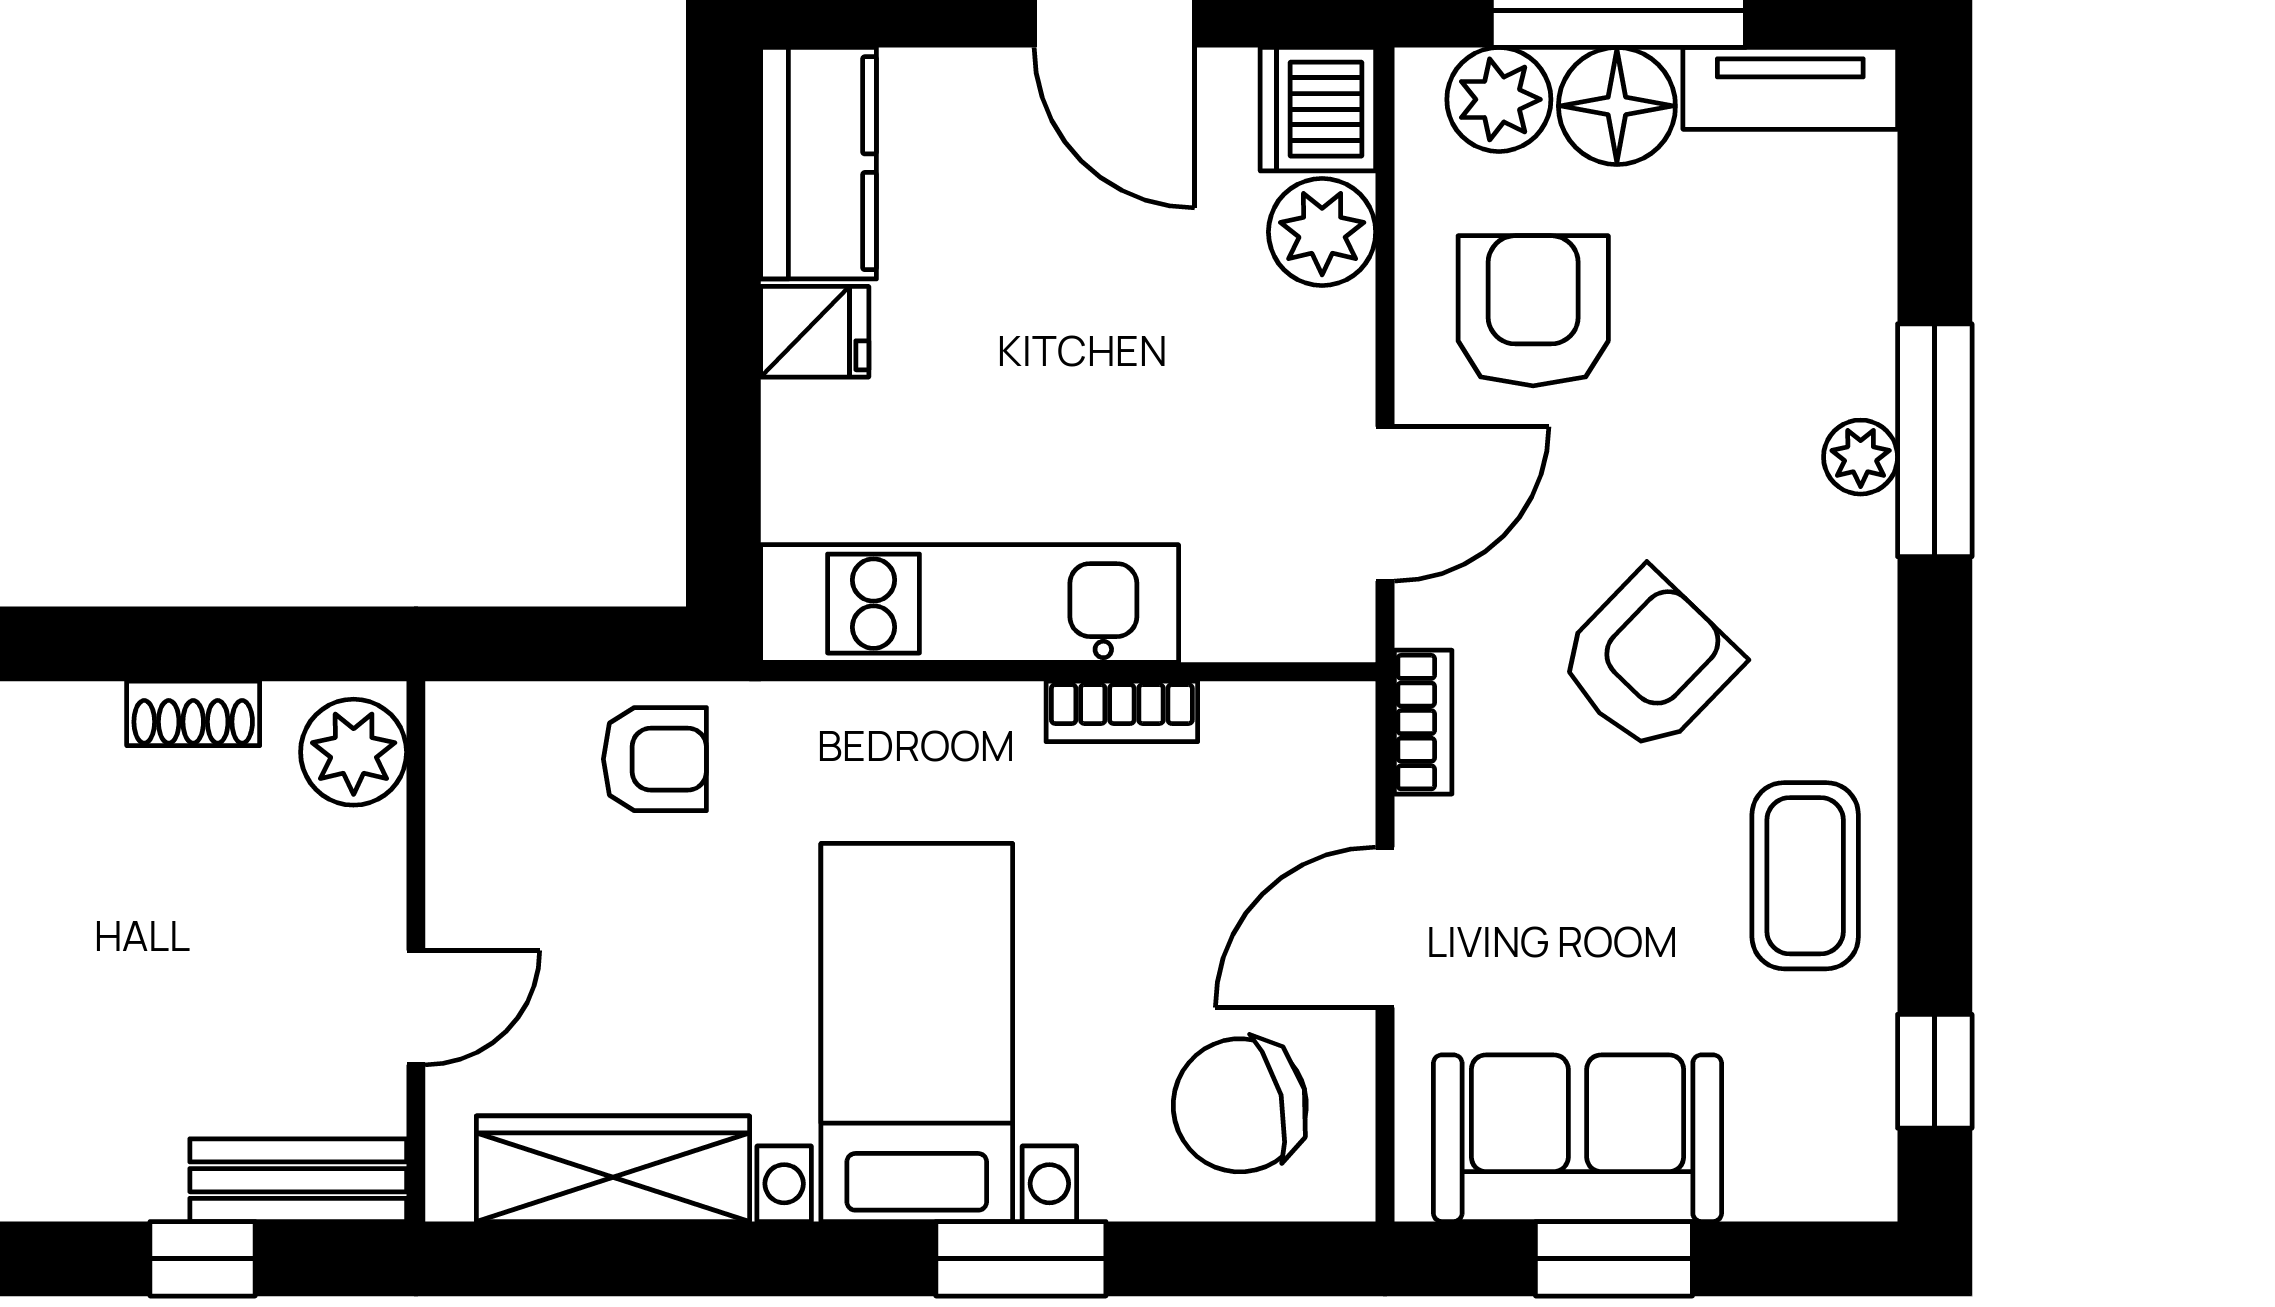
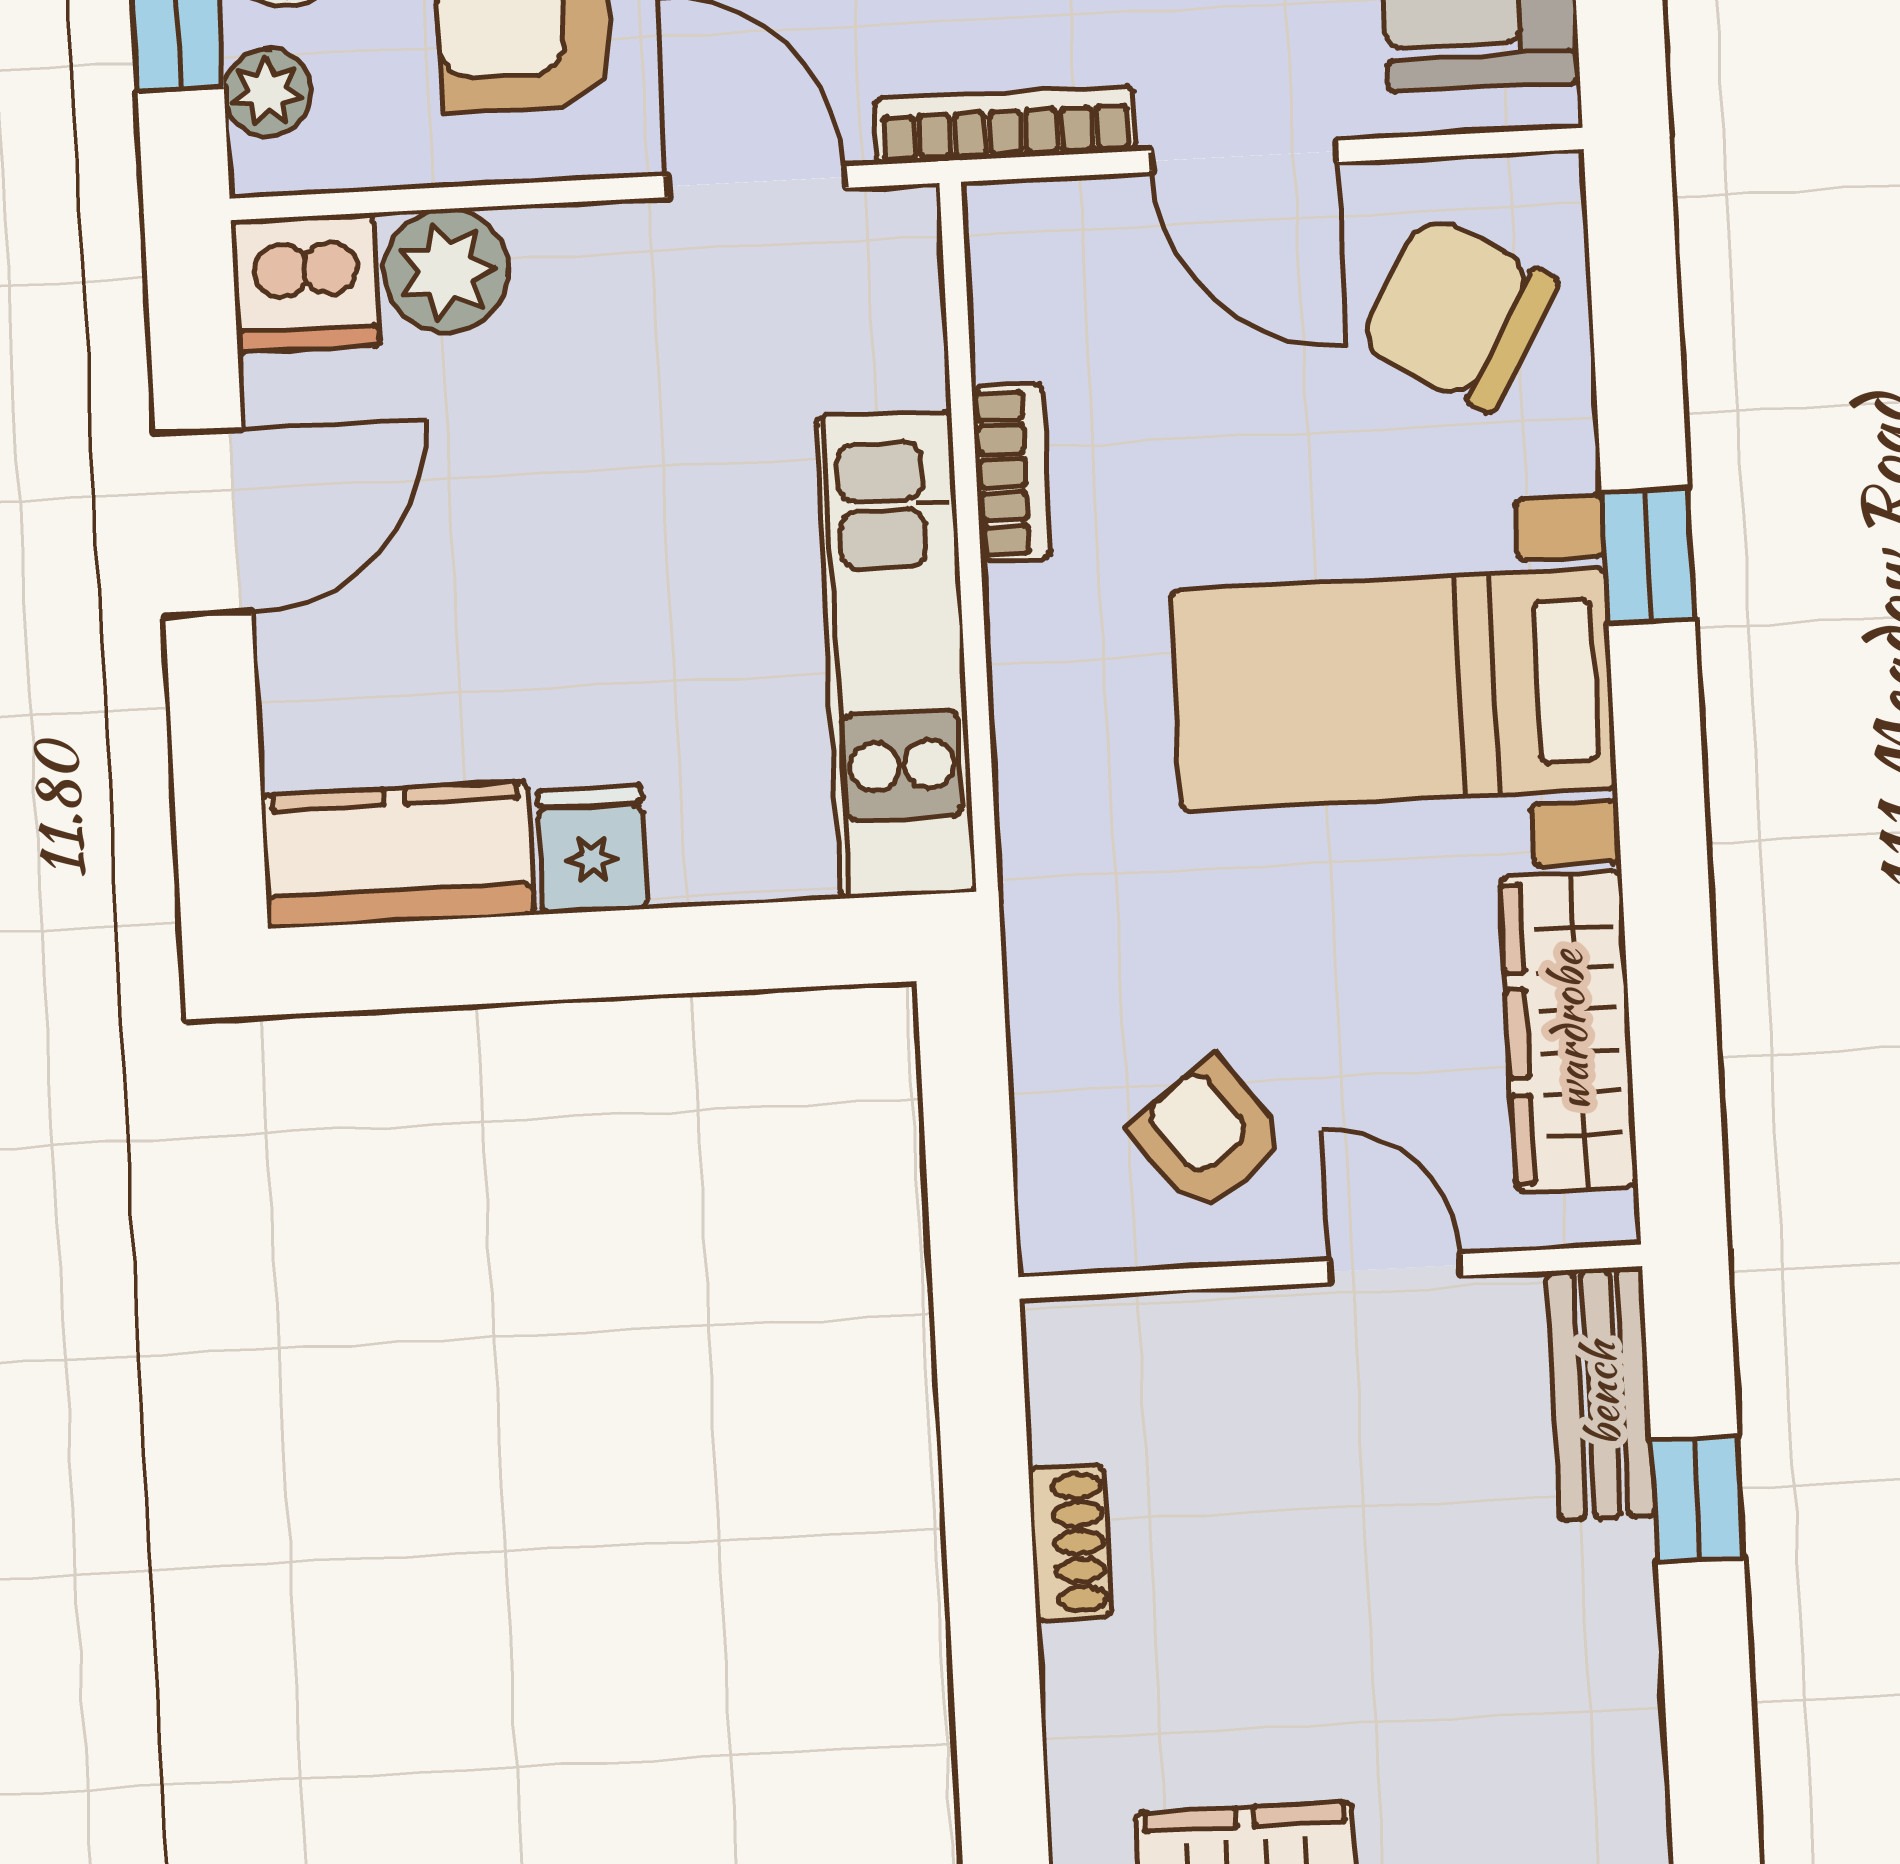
plant: (1499, 99) -> (268, 92), width x0.73, depth x0.73
bookcase: (1423, 722) -> (1005, 125), width x1.56
plant: (354, 752) -> (1105, 1356), removed
armchair: (655, 759) -> (1208, 1135), moved, turned -37
chair: (1240, 1105) -> (1458, 313), turned 134
window: (1021, 1259) -> (1648, 556), width x0.67

